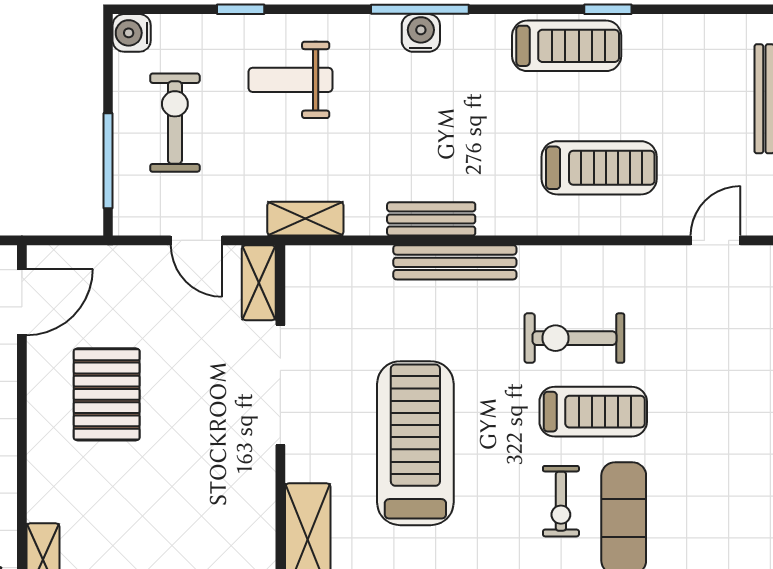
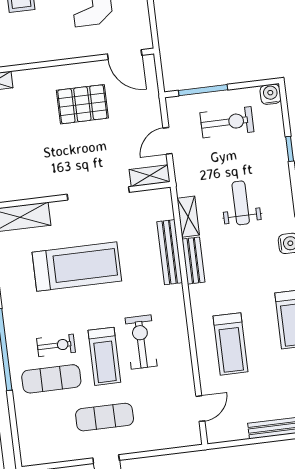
weight bench: (291, 80) -> (241, 203), moved
shelving: (305, 219) -> (188, 217), moved
door: (716, 240) -> (200, 409), hinge flipped
bench: (455, 262) -> (170, 252), moved
exercise mat: (709, 425) -> (105, 417), added
exercise bike: (561, 501) -> (56, 345), turned 180

